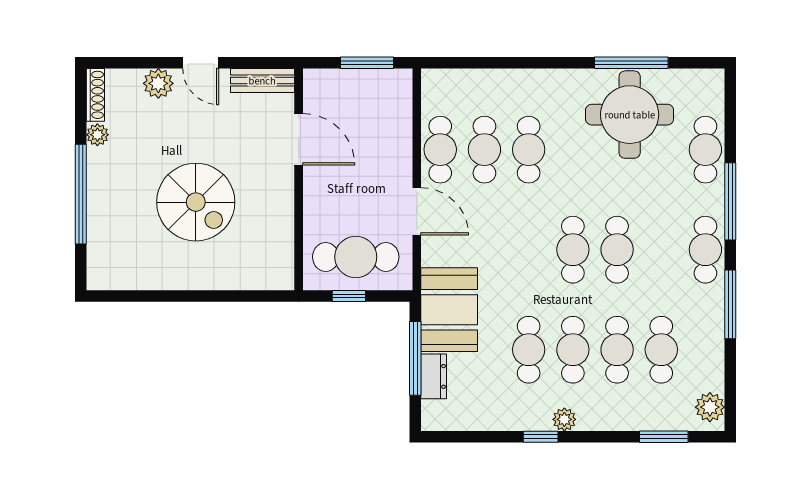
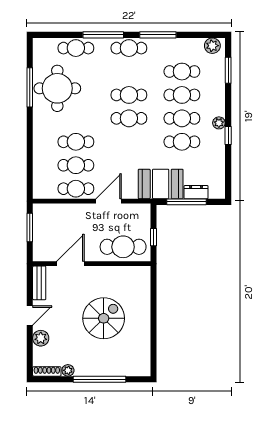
cafe table: (356, 257) -> (123, 247), moved, turned 90

